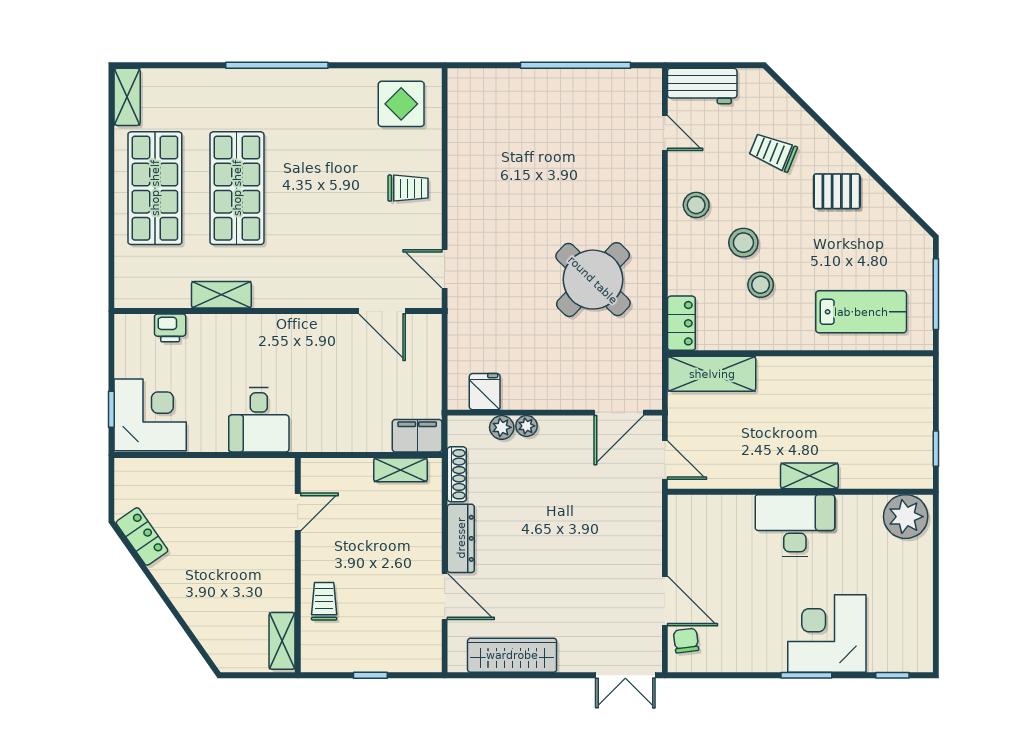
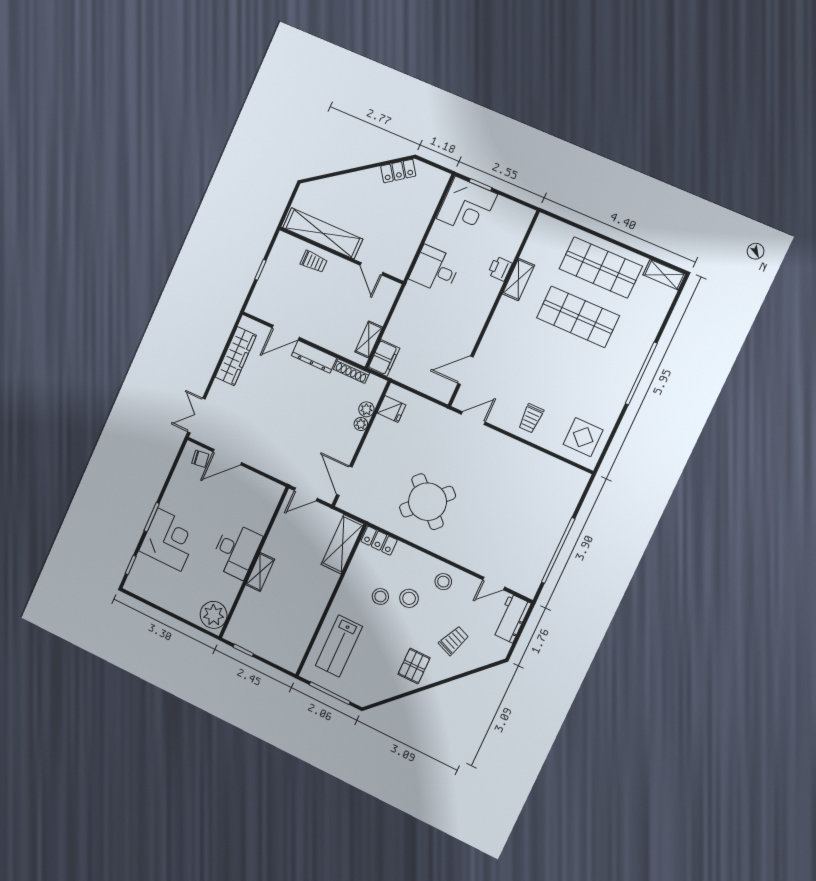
printer: (170, 328) -> (500, 269), moved
shelving: (282, 641) -> (323, 233), width x2.20, depth x1.33

